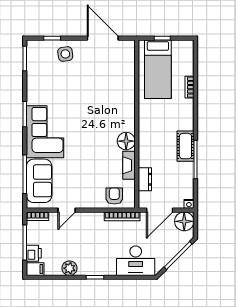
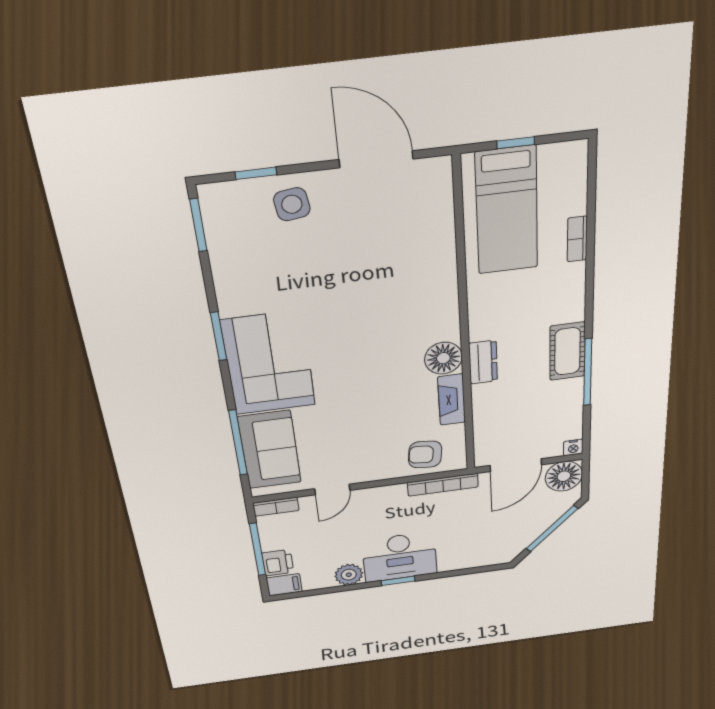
dresser: (145, 179) -> (483, 362), moved
armchair: (114, 196) -> (425, 454), turned -84
desk: (136, 261) -> (400, 557), moved

